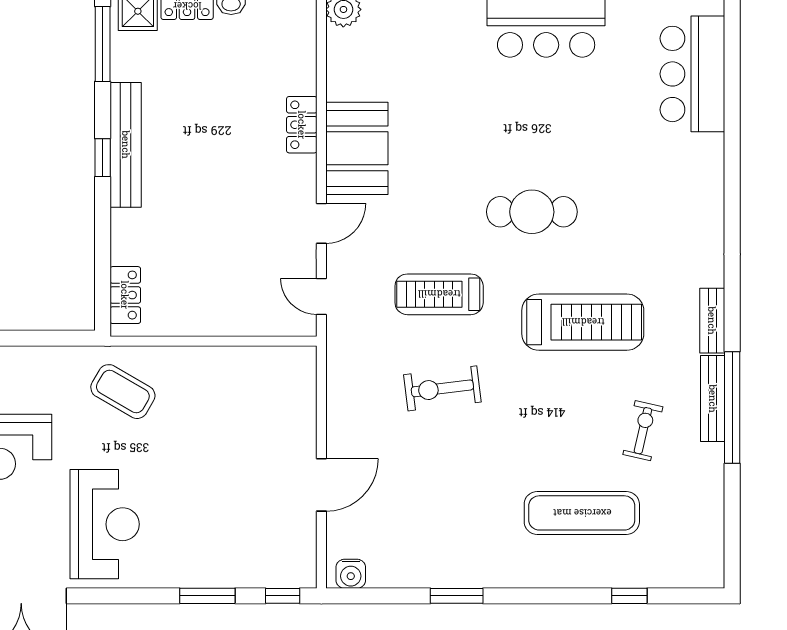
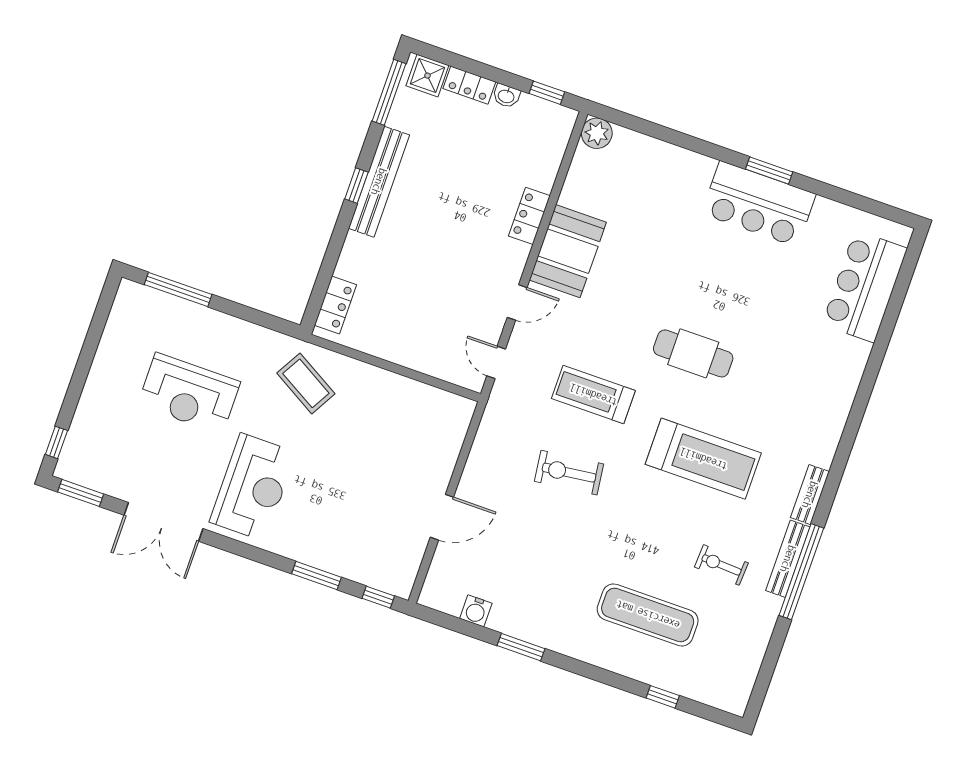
exercise bike: (643, 431) -> (721, 565), turned -100
water cooler: (351, 574) -> (476, 611), moved

